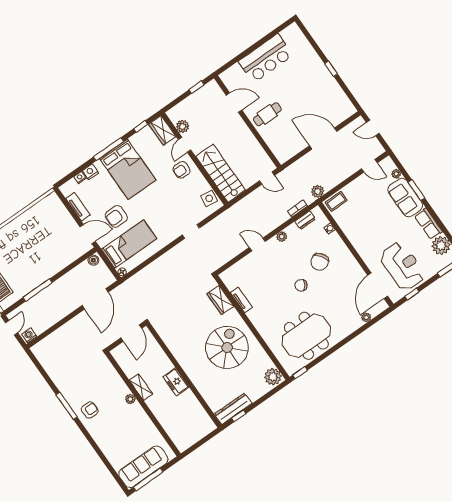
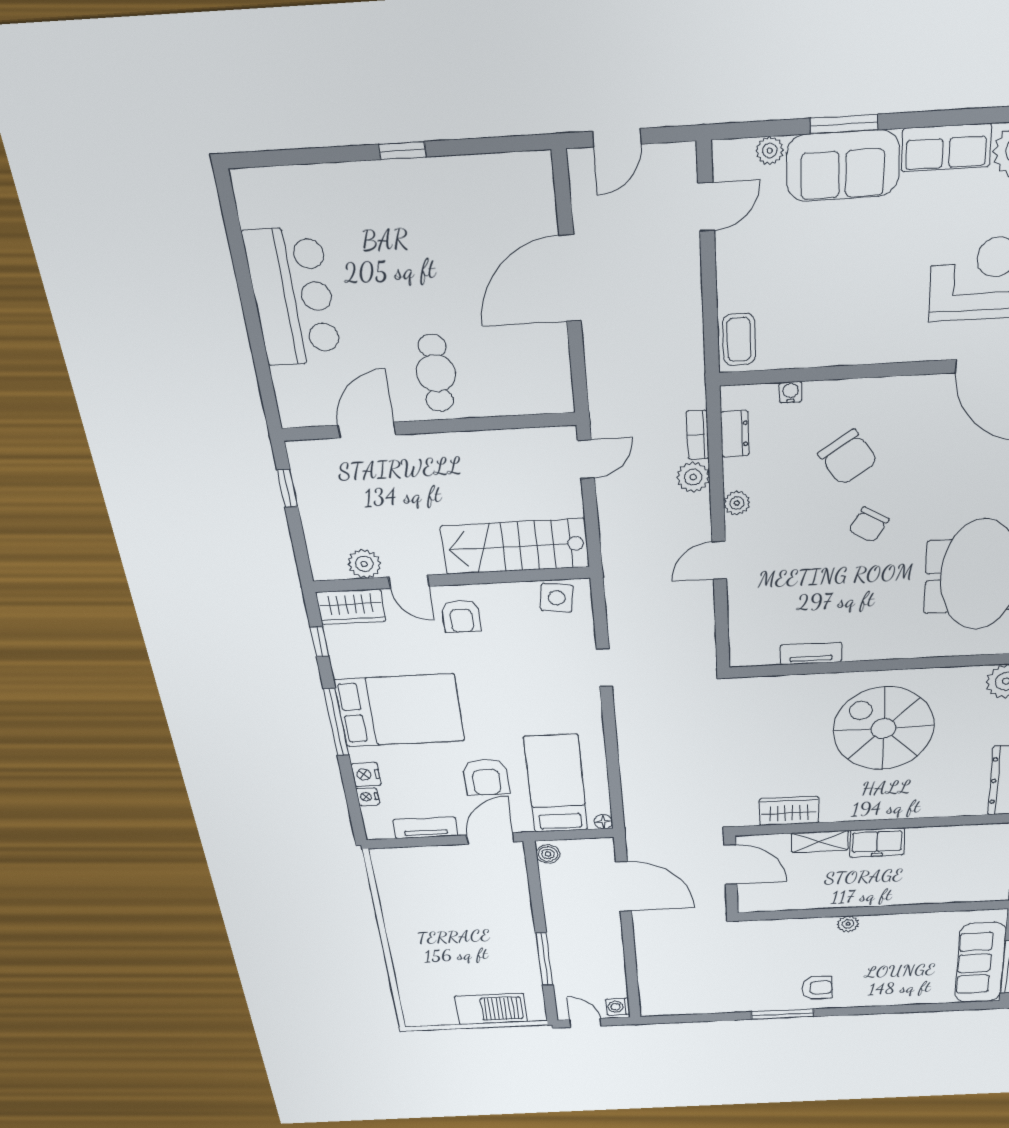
plant: (318, 191) -> (693, 477), moved
wardrobe: (220, 300) -> (789, 811), moved, turned 180
shelving: (141, 387) -> (820, 842), moved
armchair: (90, 410) -> (817, 988), turned 90

